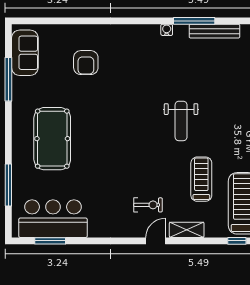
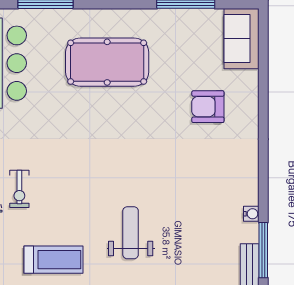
sofa: (25, 53) -> (241, 39), moved, turned 90
weight bench: (181, 121) -> (131, 233), turned 90

